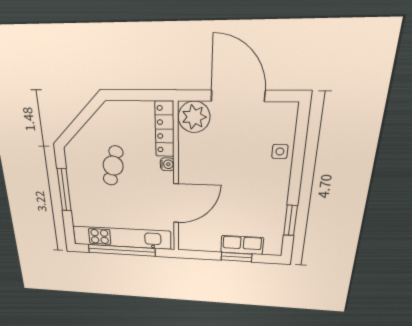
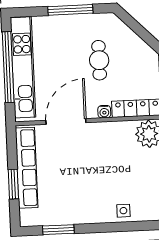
cafe table: (113, 166) -> (99, 60), turned 75
door: (176, 203) -> (66, 121), swing flipped
row of seats: (242, 245) -> (27, 168), width x2.02

